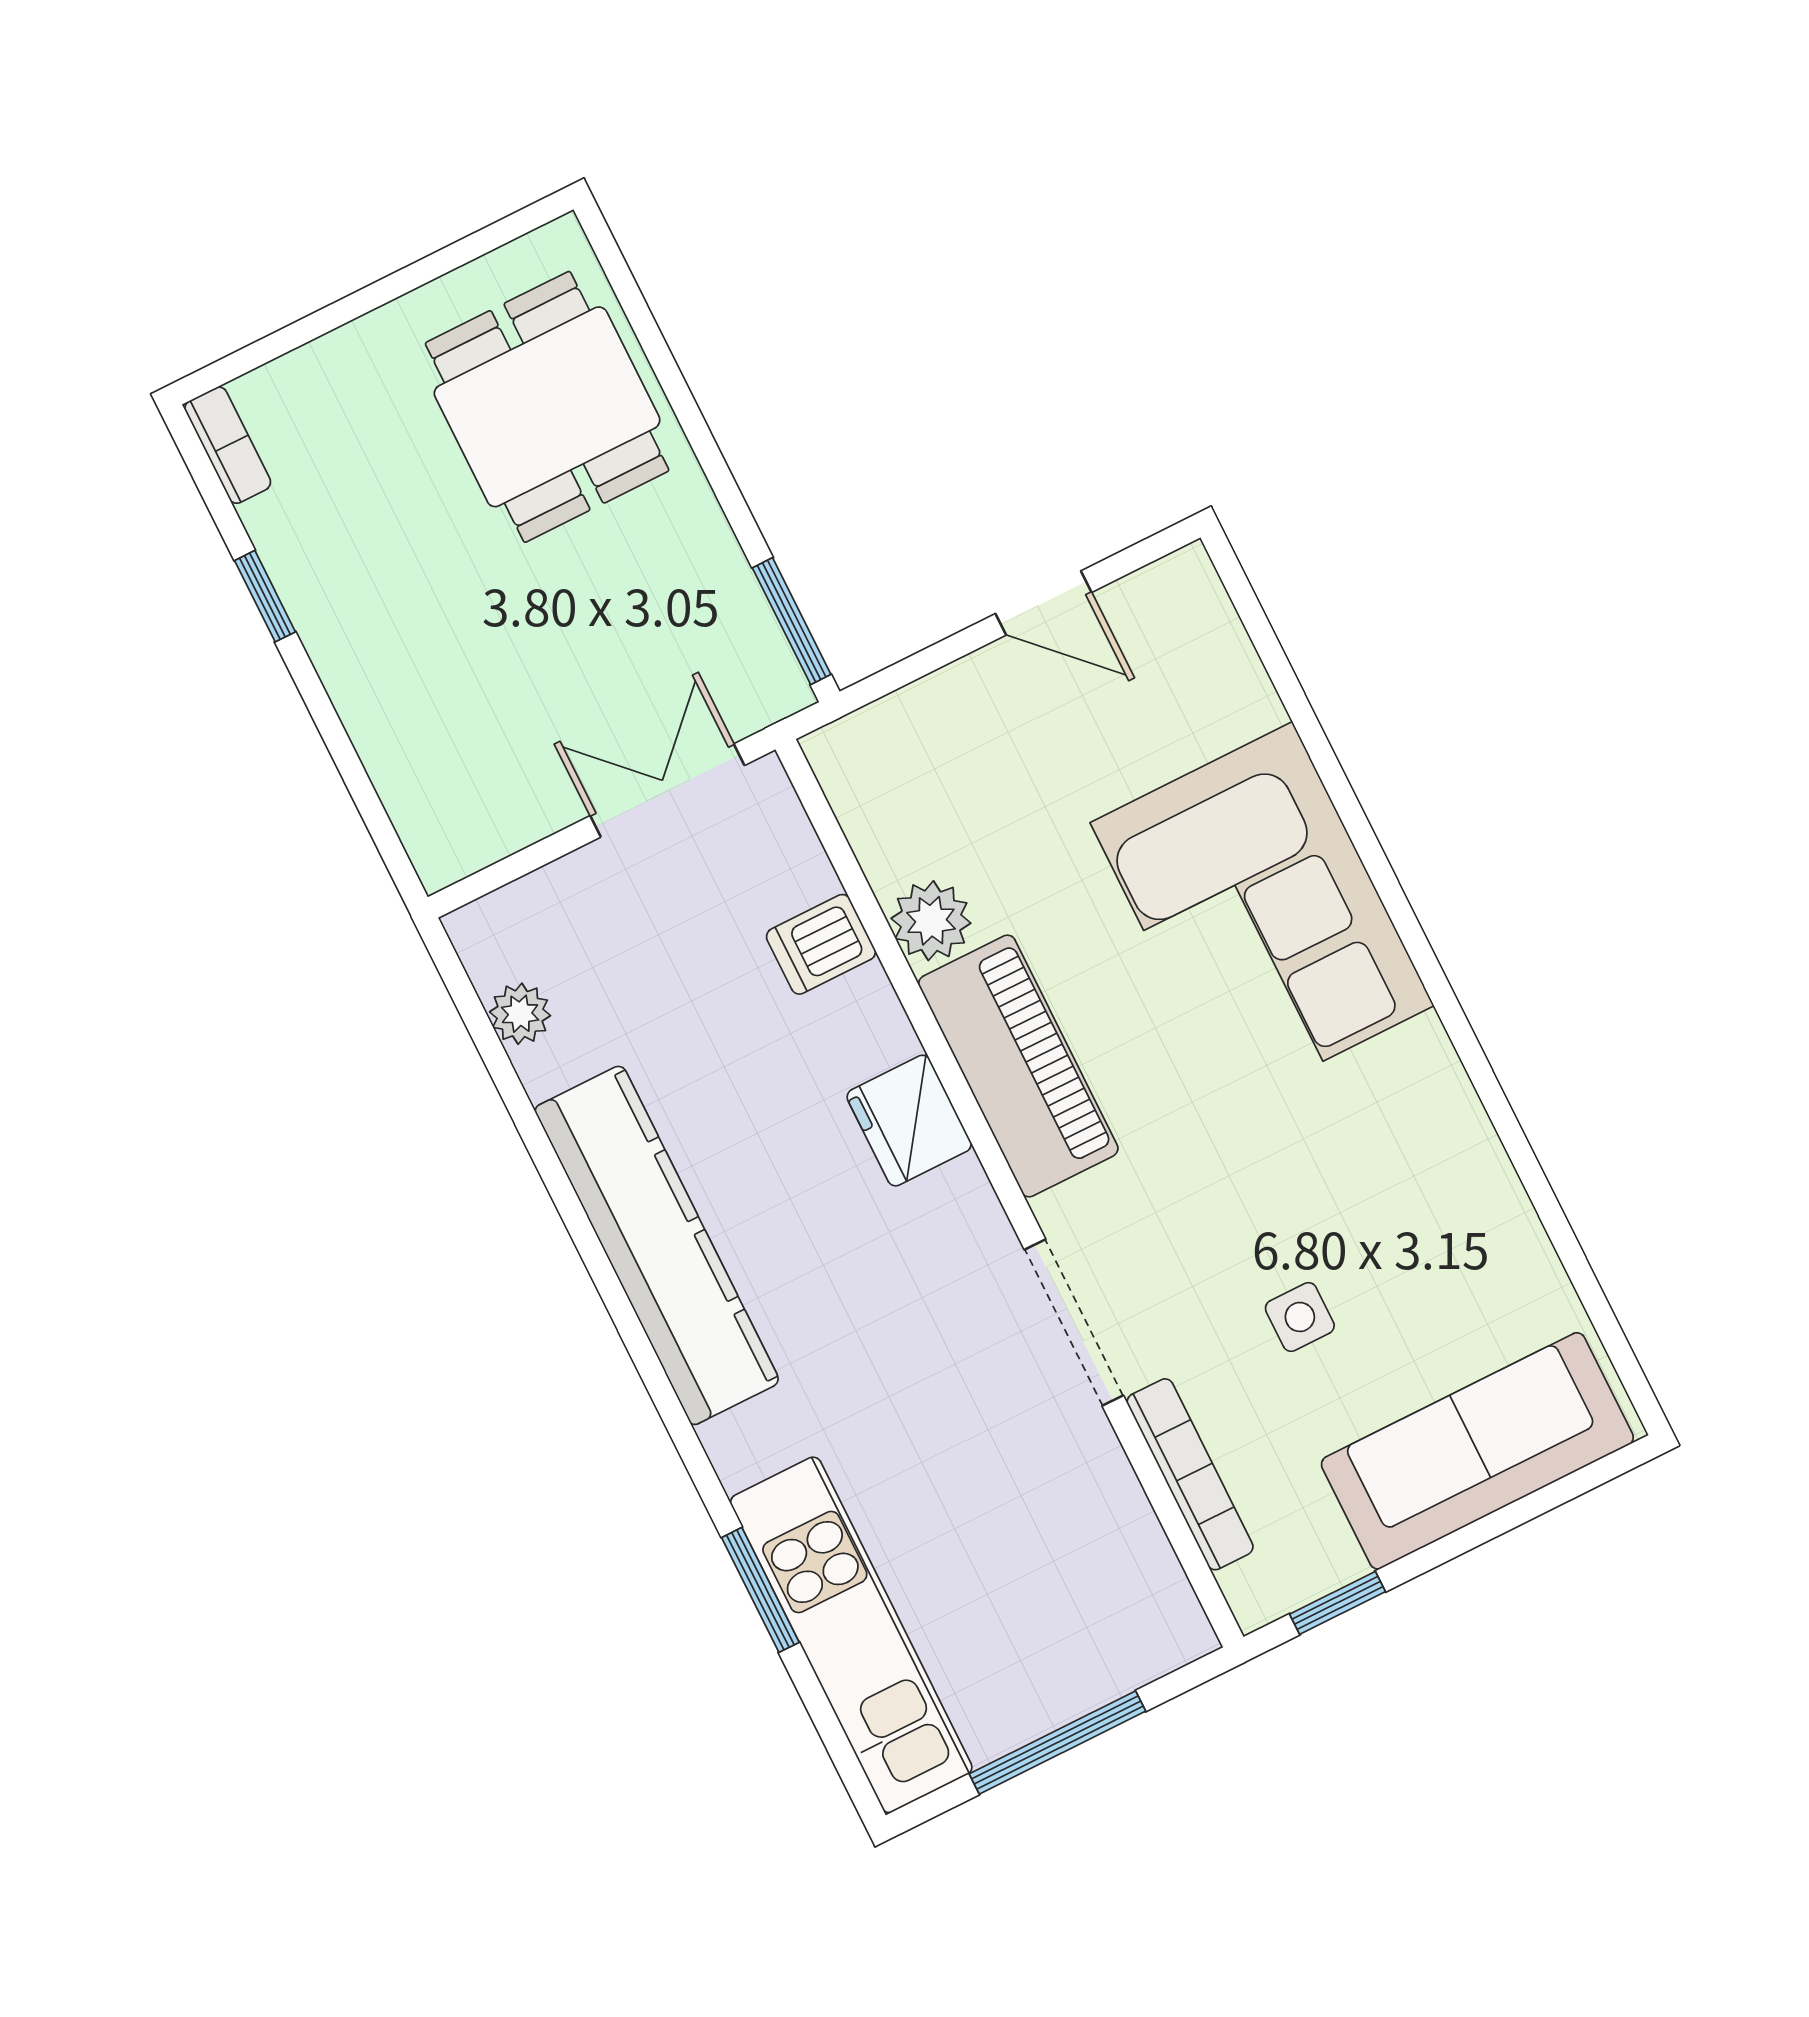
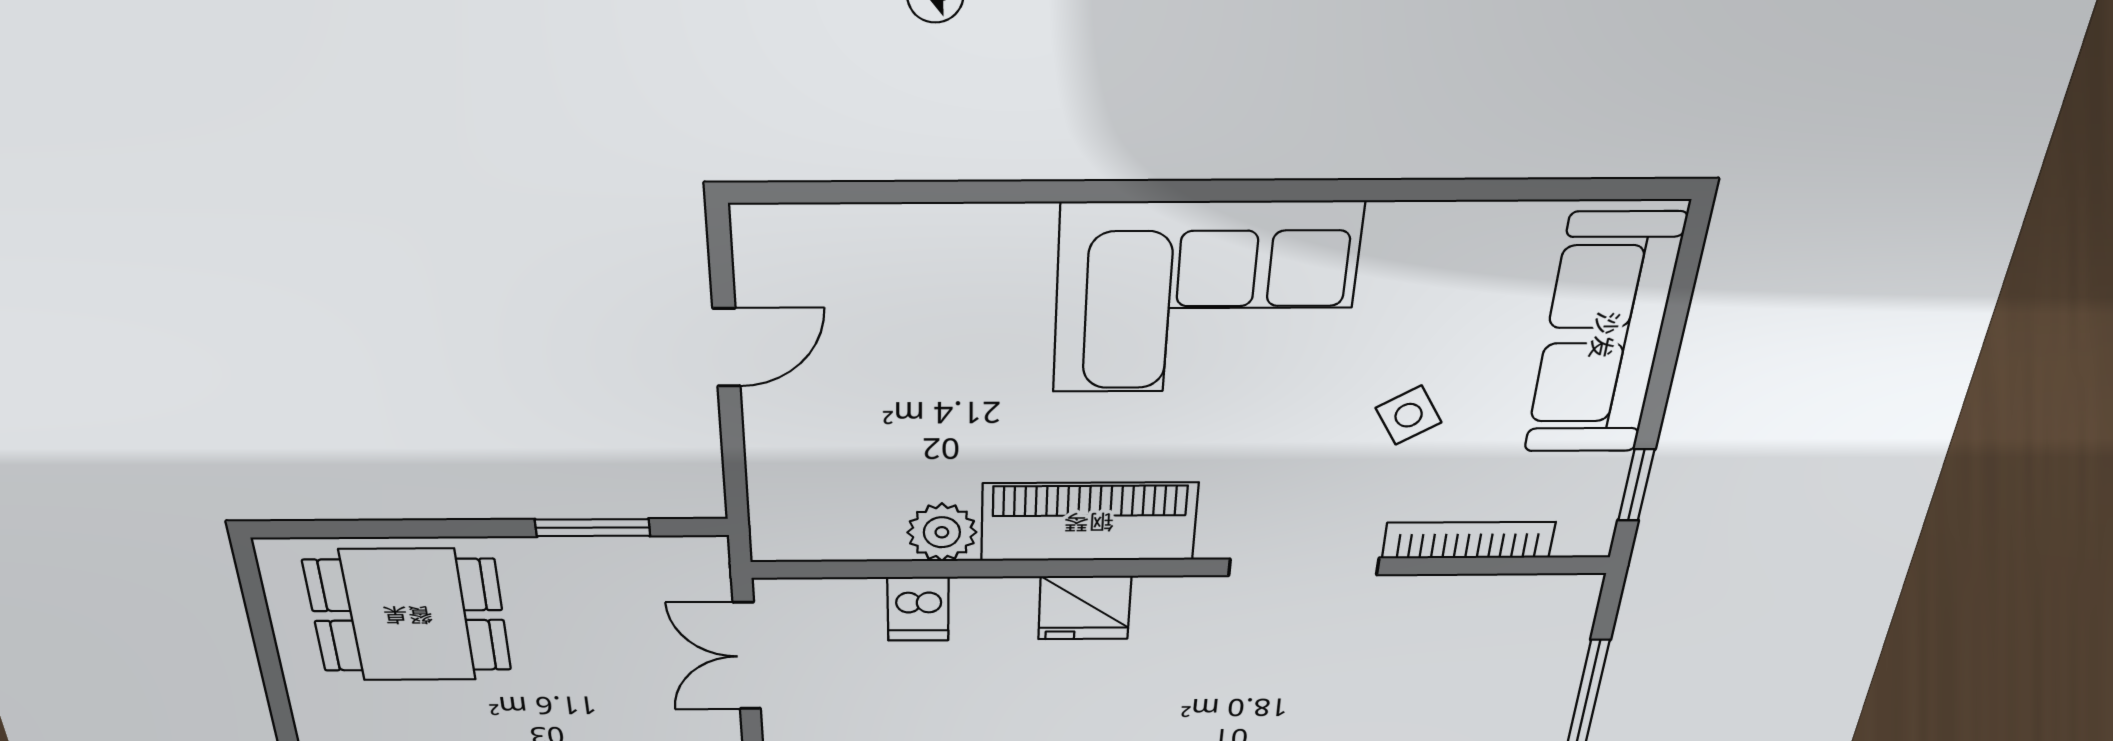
window: (792, 621) -> (593, 528), moved
corner sofa: (1262, 914) -> (1205, 299), moved
side table: (1300, 1317) -> (1409, 415), turned -31

